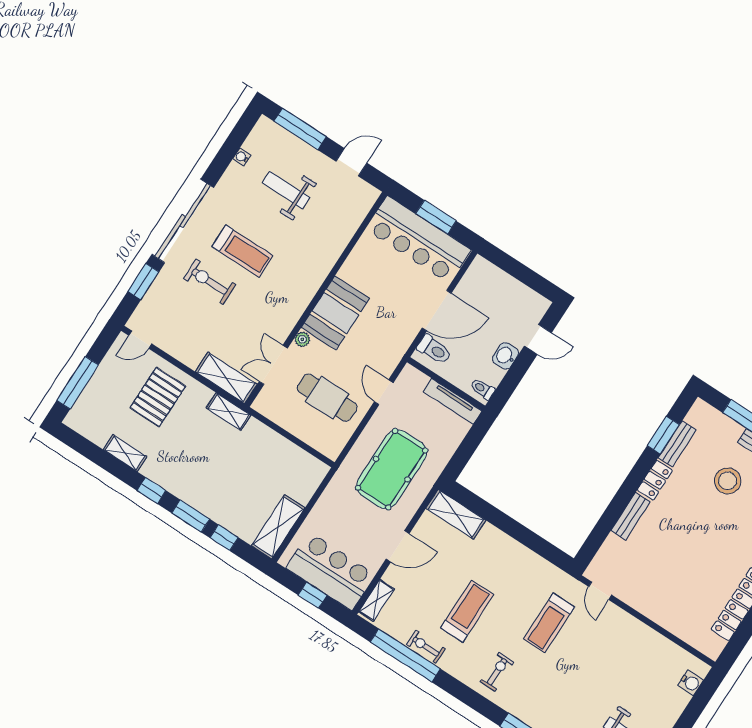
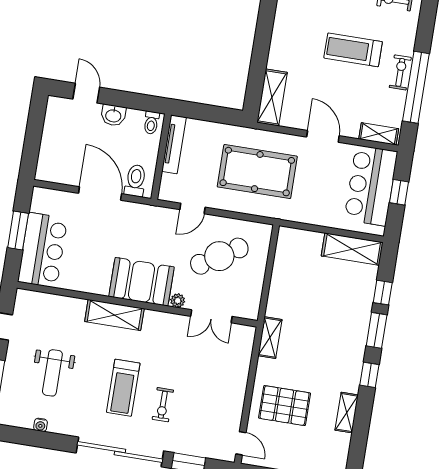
bar counter: (418, 239) -> (43, 250), width x0.73
treadmill: (242, 251) -> (123, 388), turned 180
exercise bike: (210, 282) -> (163, 405), width x0.73, depth x0.72
shelving: (226, 378) -> (114, 315), moved, turned 90
cafe table: (327, 398) -> (219, 256), turned 58
exercise bike: (426, 647) -> (400, 72), turned 180

